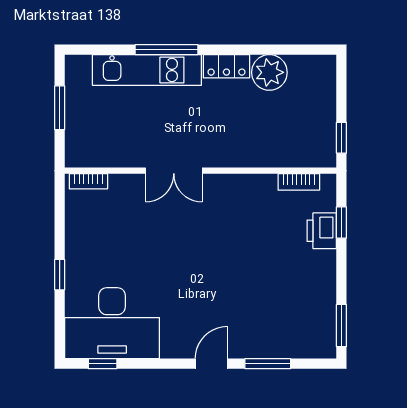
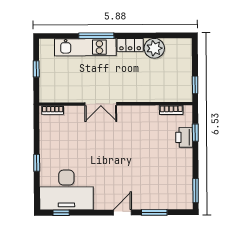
window: (60, 108) -> (36, 69), width x0.67

